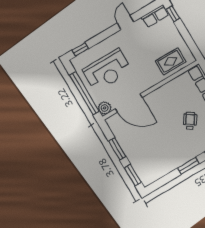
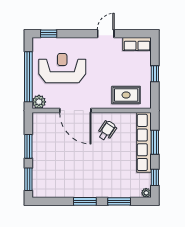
window: (173, 14) -> (155, 74), moved
reception desk: (107, 70) -> (62, 68), turned 180
door: (129, 103) -> (75, 111), moved
wheelchair: (190, 121) -> (107, 131), moved

